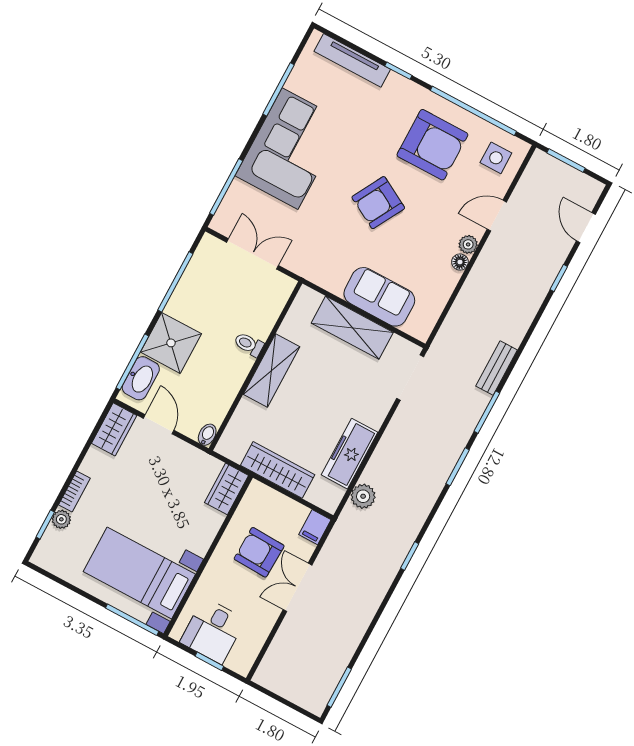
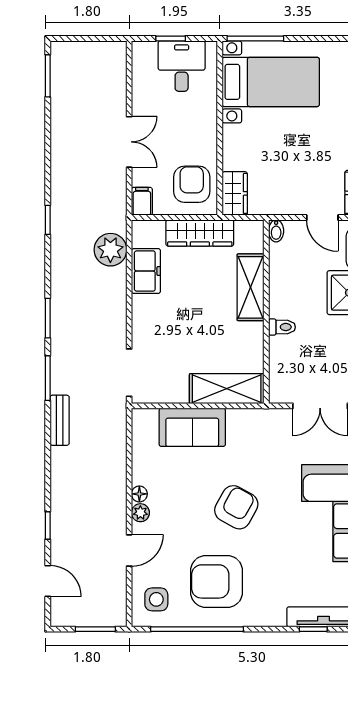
window: (398, 71) -> (313, 629), moved
shelving: (352, 328) -> (227, 389), moved
shelving: (271, 370) -> (251, 287), moved
freezer: (350, 454) -> (146, 271), width x0.71
plant: (363, 496) -> (110, 250), width x1.36, depth x1.36
armchair: (259, 552) -> (192, 184), moved, turned -92

